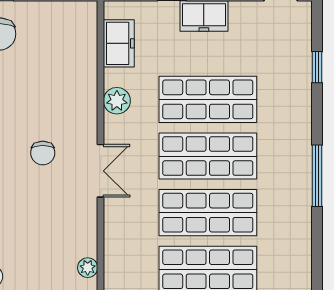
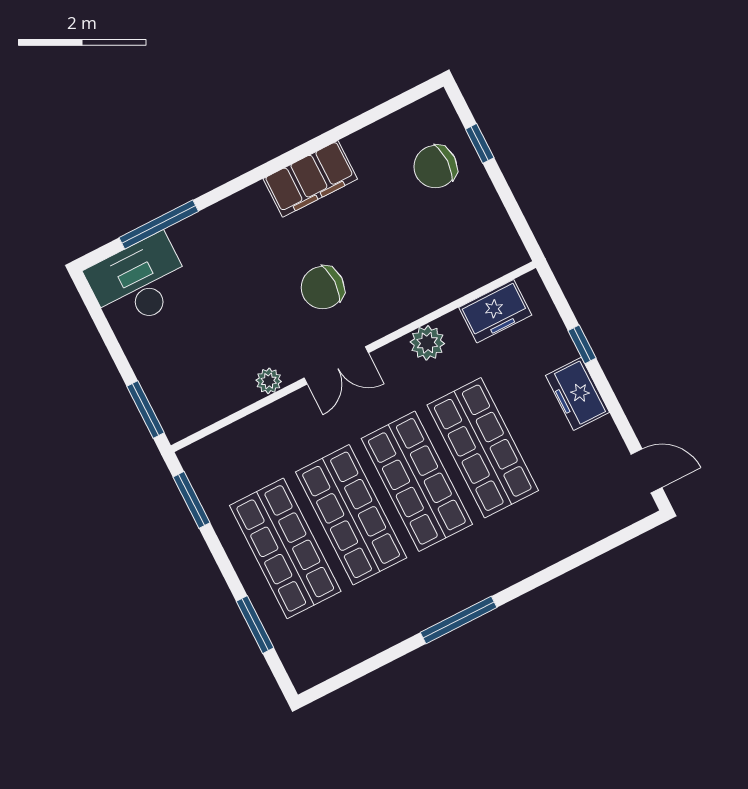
window: (317, 67) -> (585, 556), removed
chair: (43, 153) -> (323, 288), width x1.37, depth x1.37
plant: (88, 268) -> (269, 381), moved

